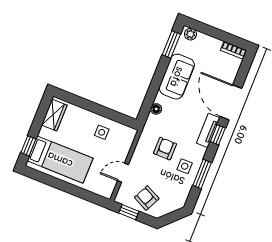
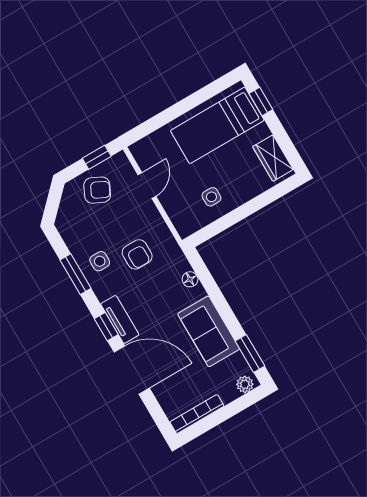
bookcase: (234, 50) -> (197, 414), width x1.56

